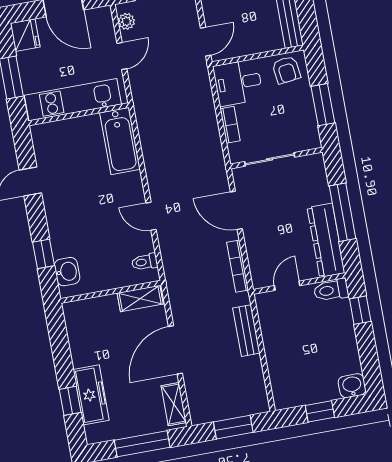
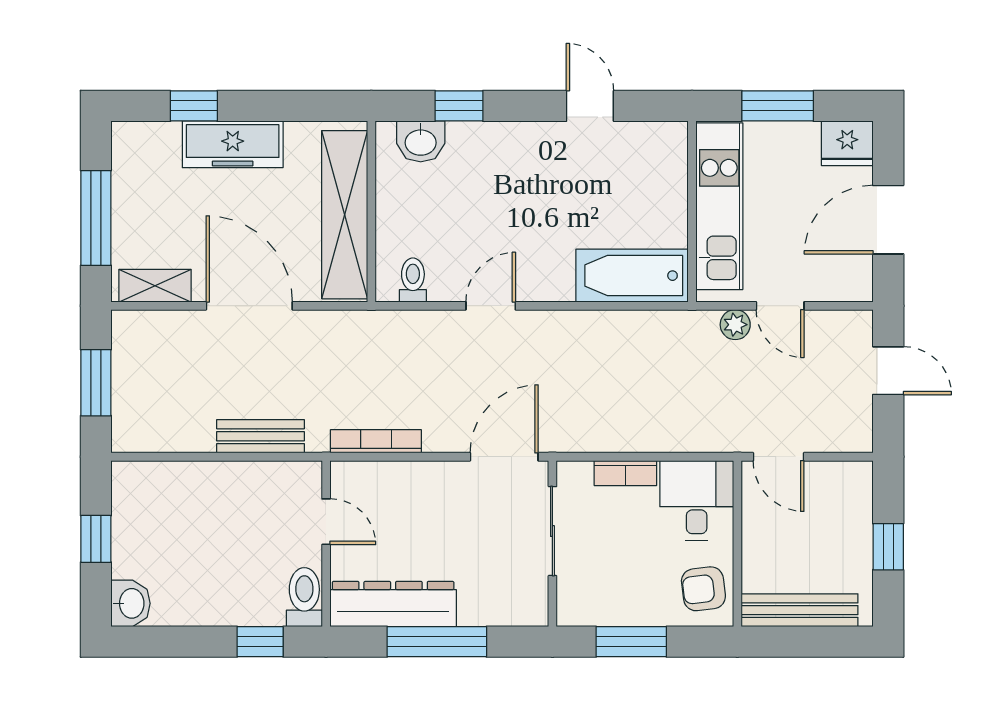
plant: (126, 21) -> (735, 325), moved
door: (236, 210) -> (504, 457), moved
shelving: (140, 299) -> (345, 215), width x2.20, depth x1.33
freezer: (91, 395) -> (233, 144), moved

